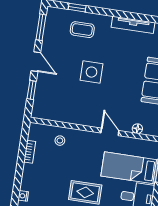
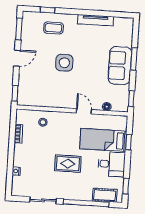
door: (36, 62) -> (17, 58), hinge flipped
window: (32, 90) -> (15, 93), moved

